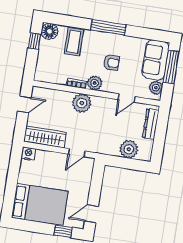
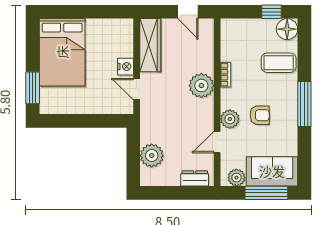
armchair: (111, 63) -> (260, 115), turned -90
plant: (95, 83) -> (230, 119), moved
door: (127, 98) -> (217, 142), hinge flipped
dresser: (151, 124) -> (195, 178), width x0.70
nightstand: (28, 154) -> (125, 67), moved
door: (91, 214) -> (61, 121), removed
window: (63, 231) -> (33, 88), width x1.50

